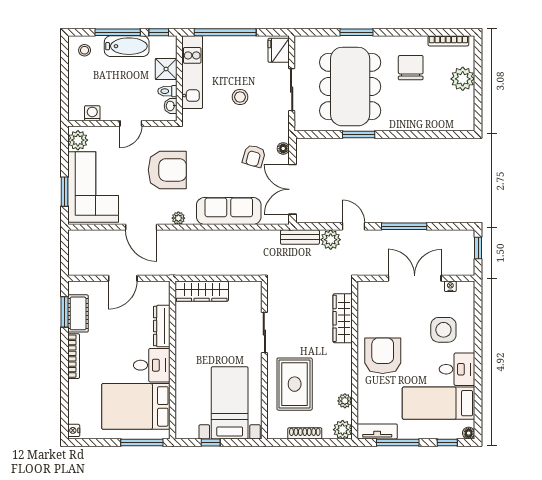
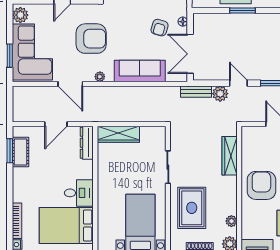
dresser: (162, 326) -> (87, 143), moved
bookcase: (74, 356) -> (17, 221), moved

